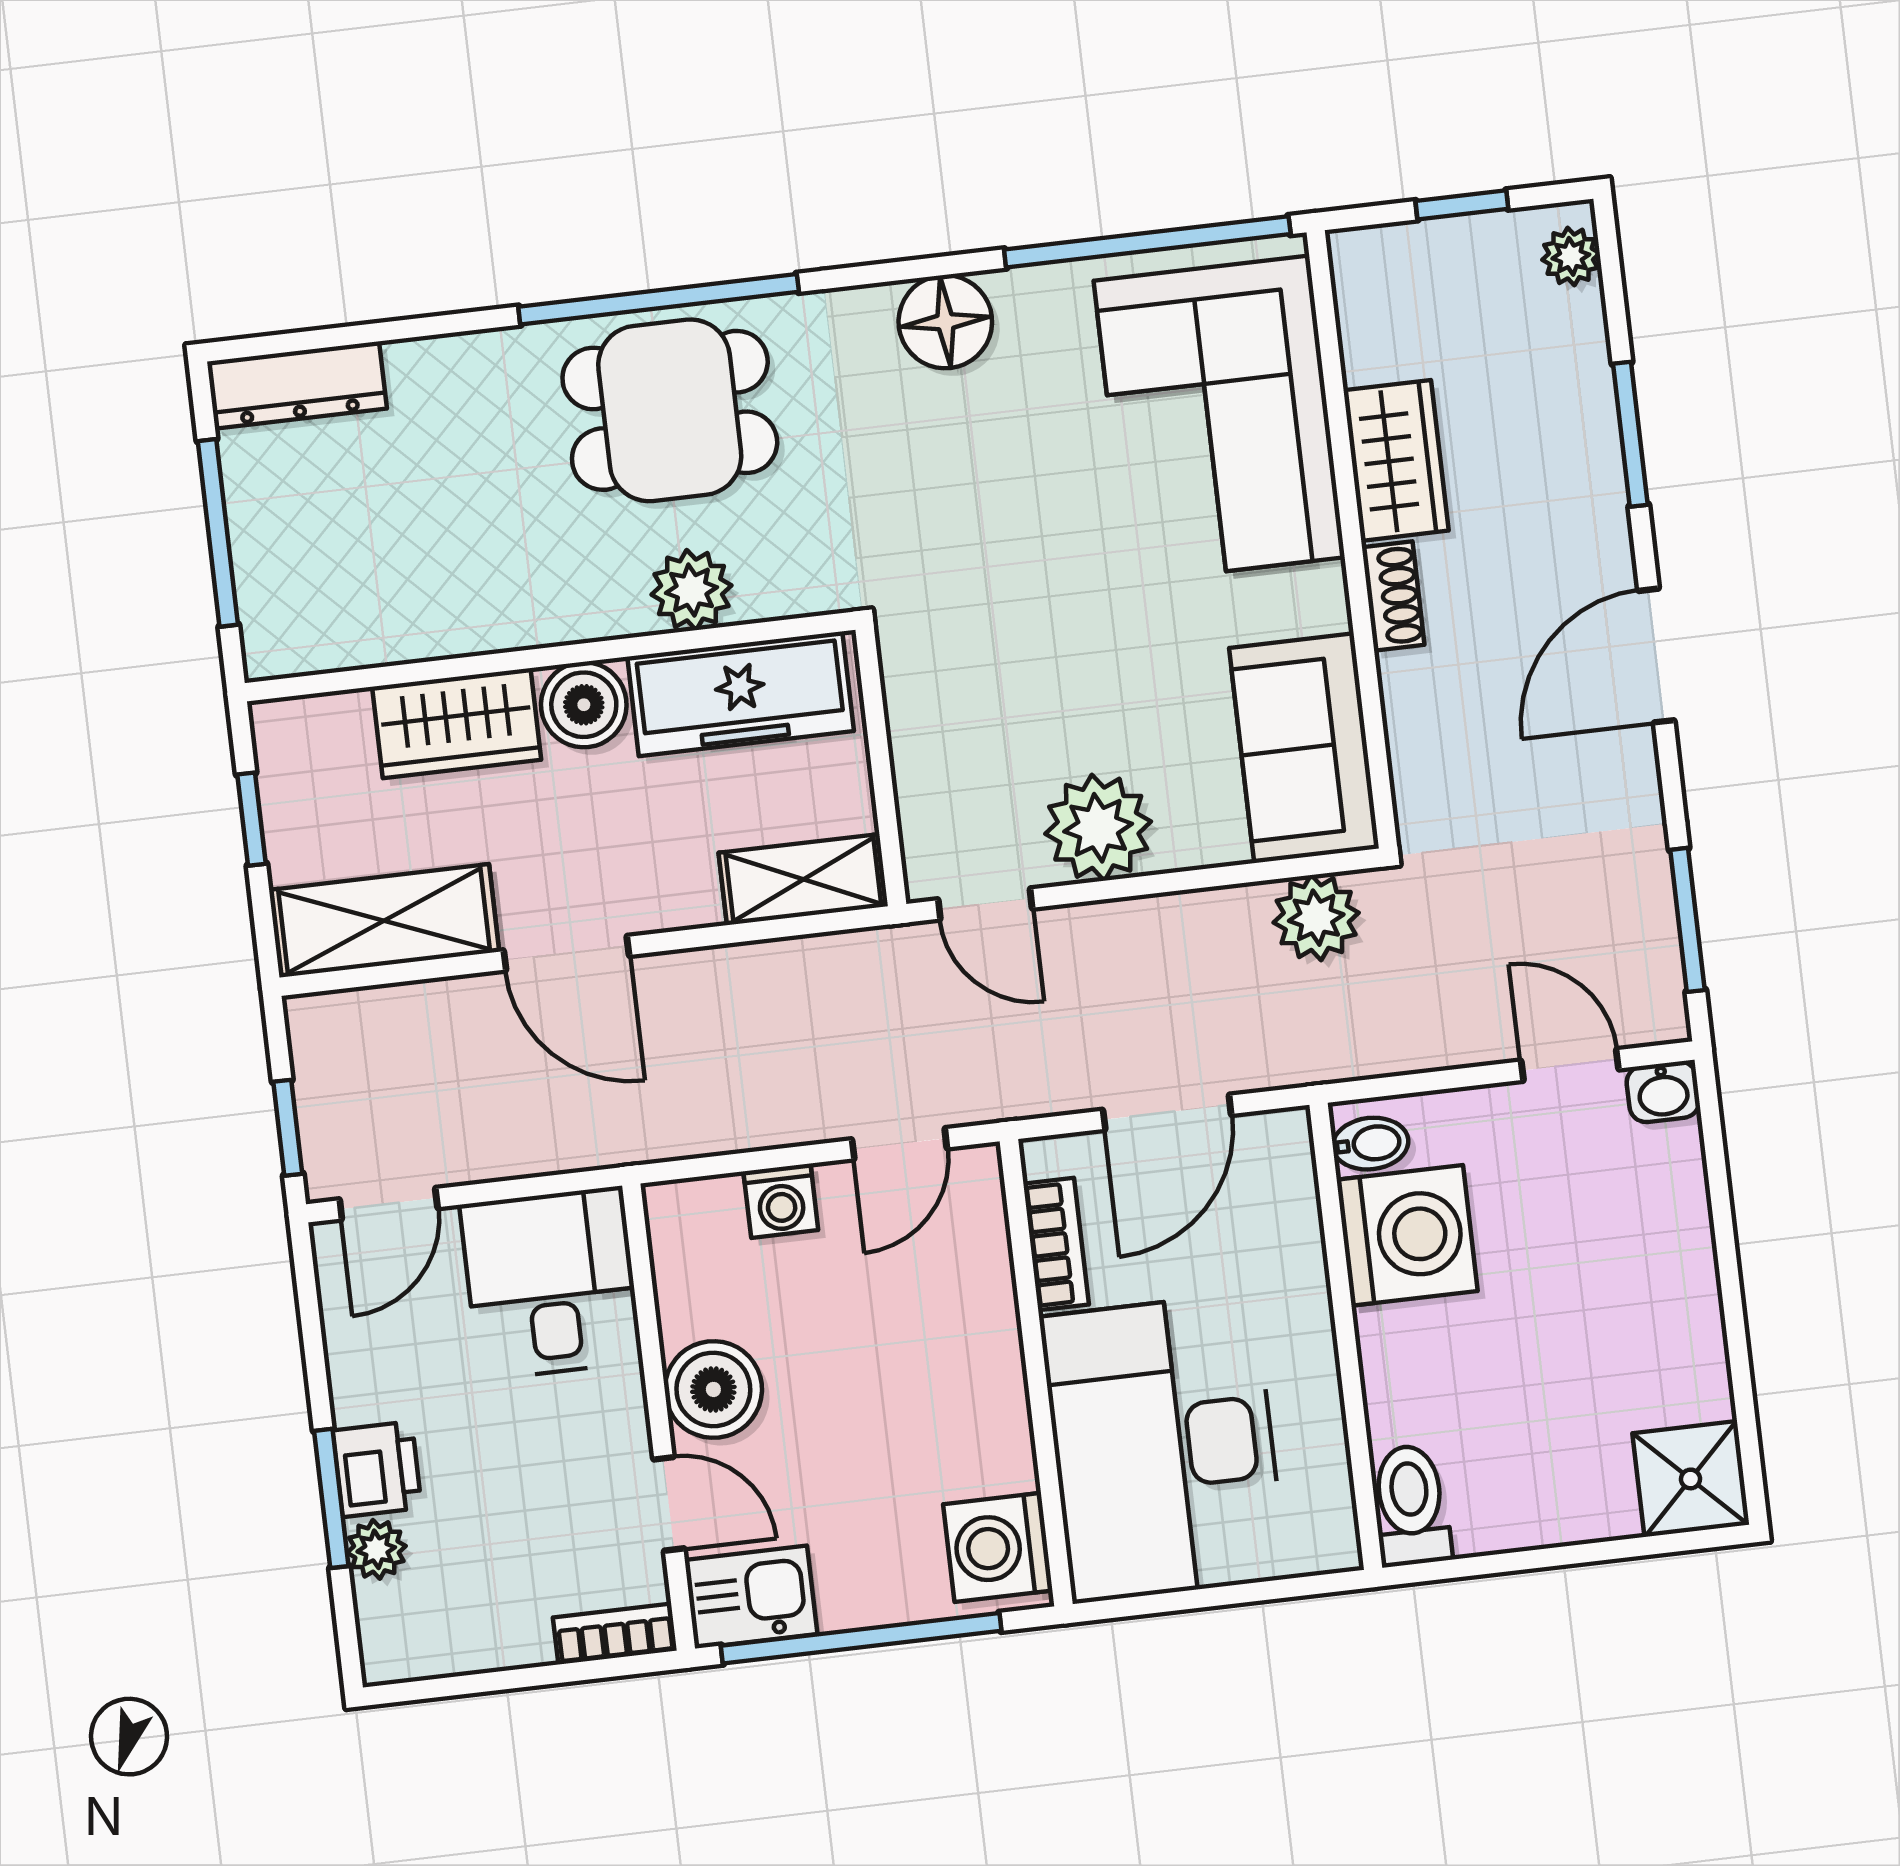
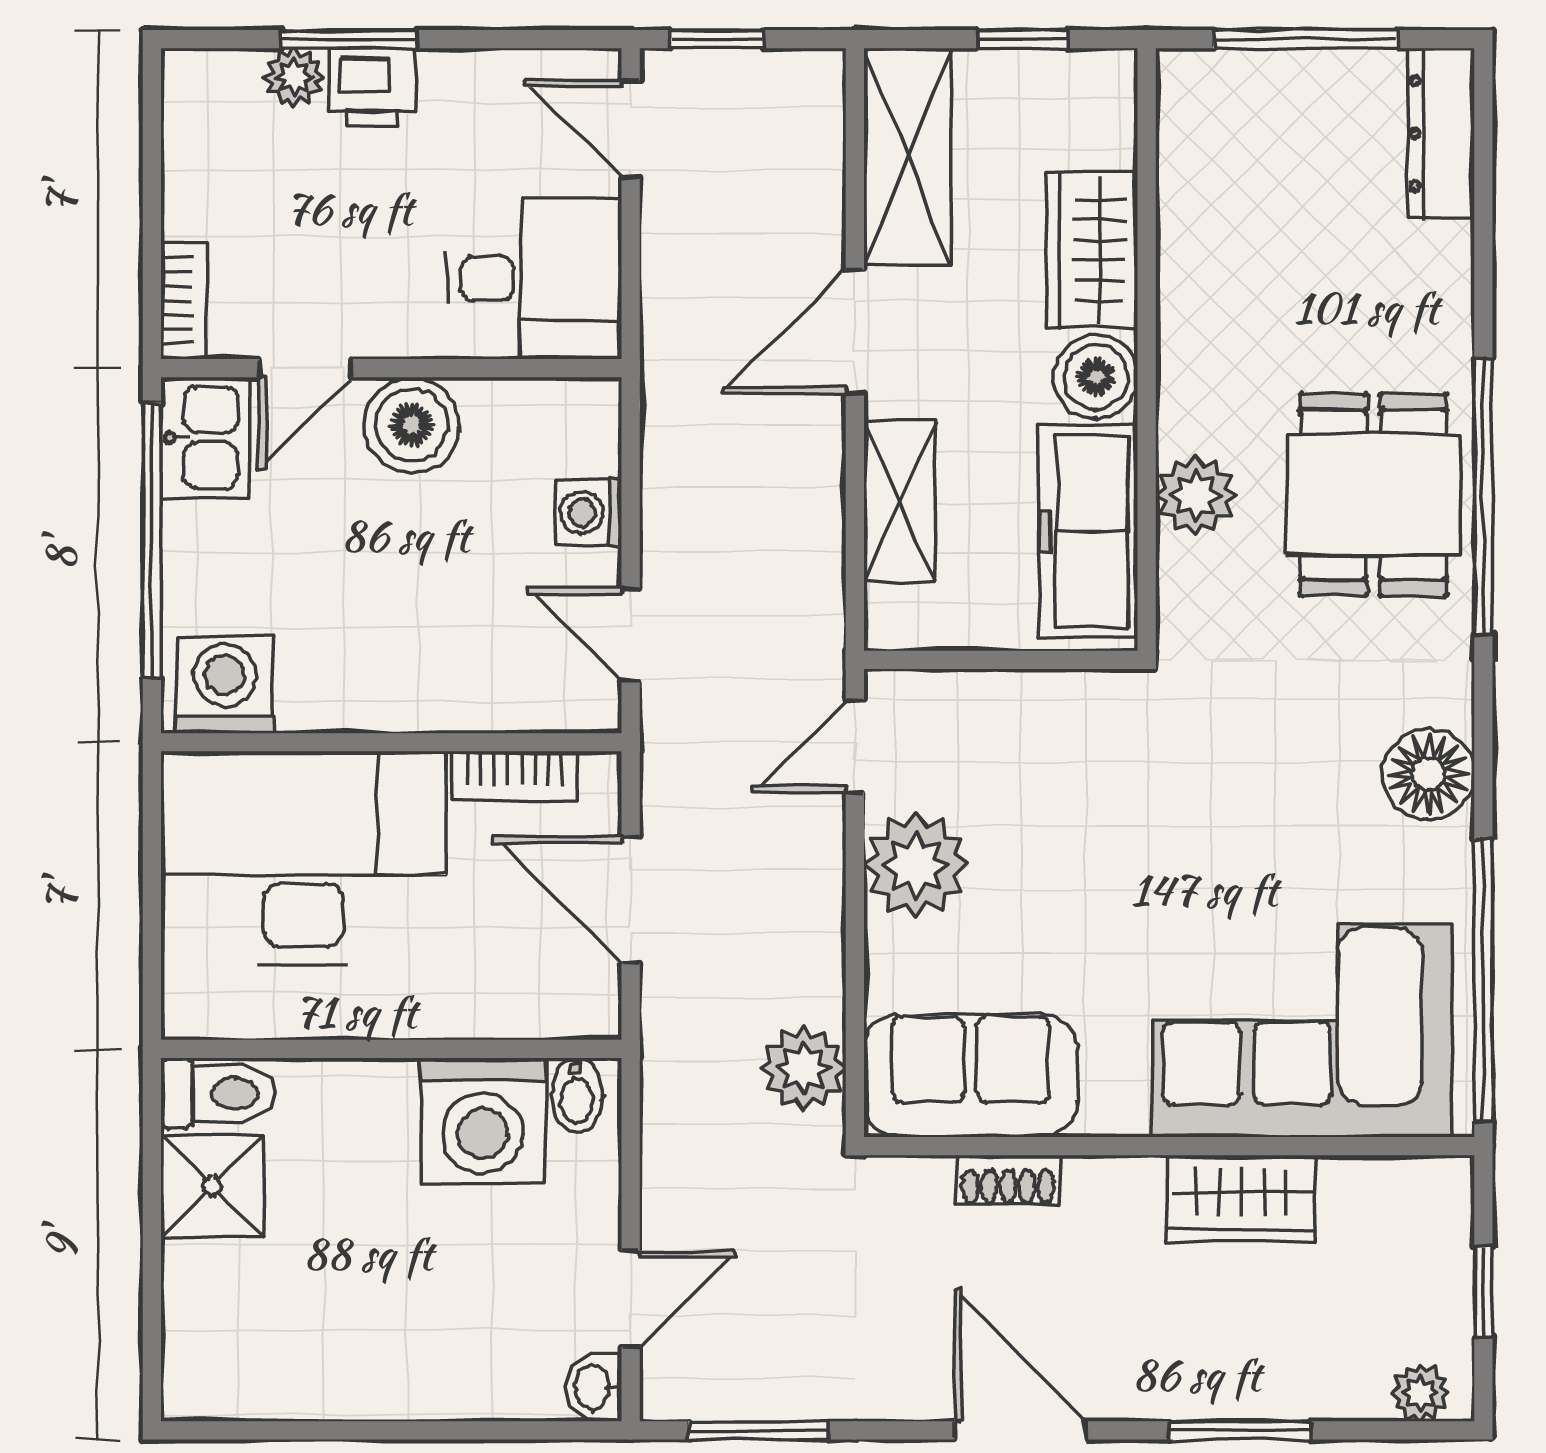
shoe rack: (1393, 596) -> (1008, 1180), moved
shelving: (803, 879) -> (900, 501), moved
shower: (1691, 1479) -> (212, 1186), moved

